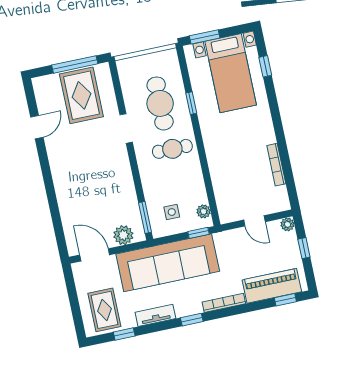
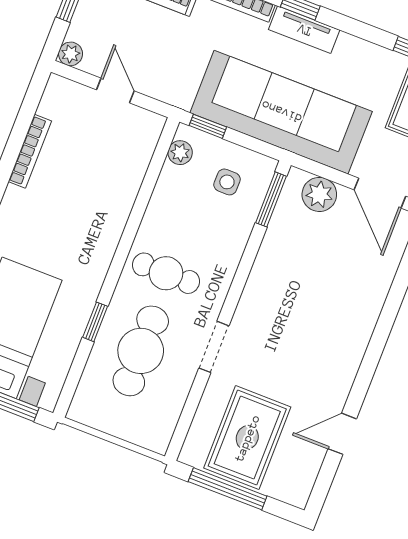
tv unit: (155, 315) -> (304, 30), moved

